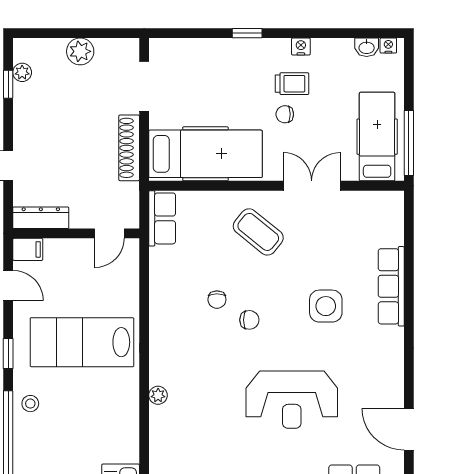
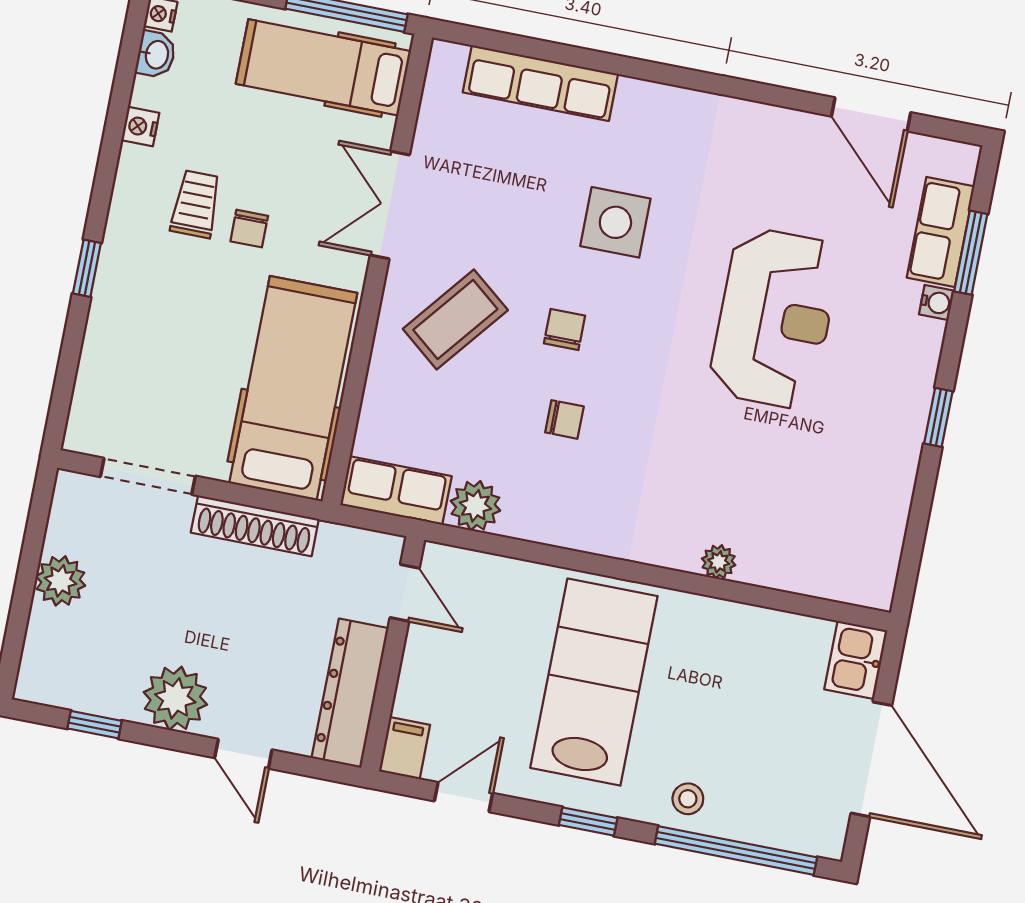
nightstand: (301, 46) -> (140, 127), moved
plant: (22, 72) -> (175, 698), moved, width x1.87, depth x1.87
dresser: (41, 218) -> (350, 693), width x1.37, depth x1.24
plant: (162, 262) -> (475, 506), added
row of seats: (391, 286) -> (540, 83), moved
chair: (249, 320) -> (564, 329), moved
lab bench: (82, 342) -> (594, 682), turned 180
door: (409, 429) -> (871, 114), hinge flipped

